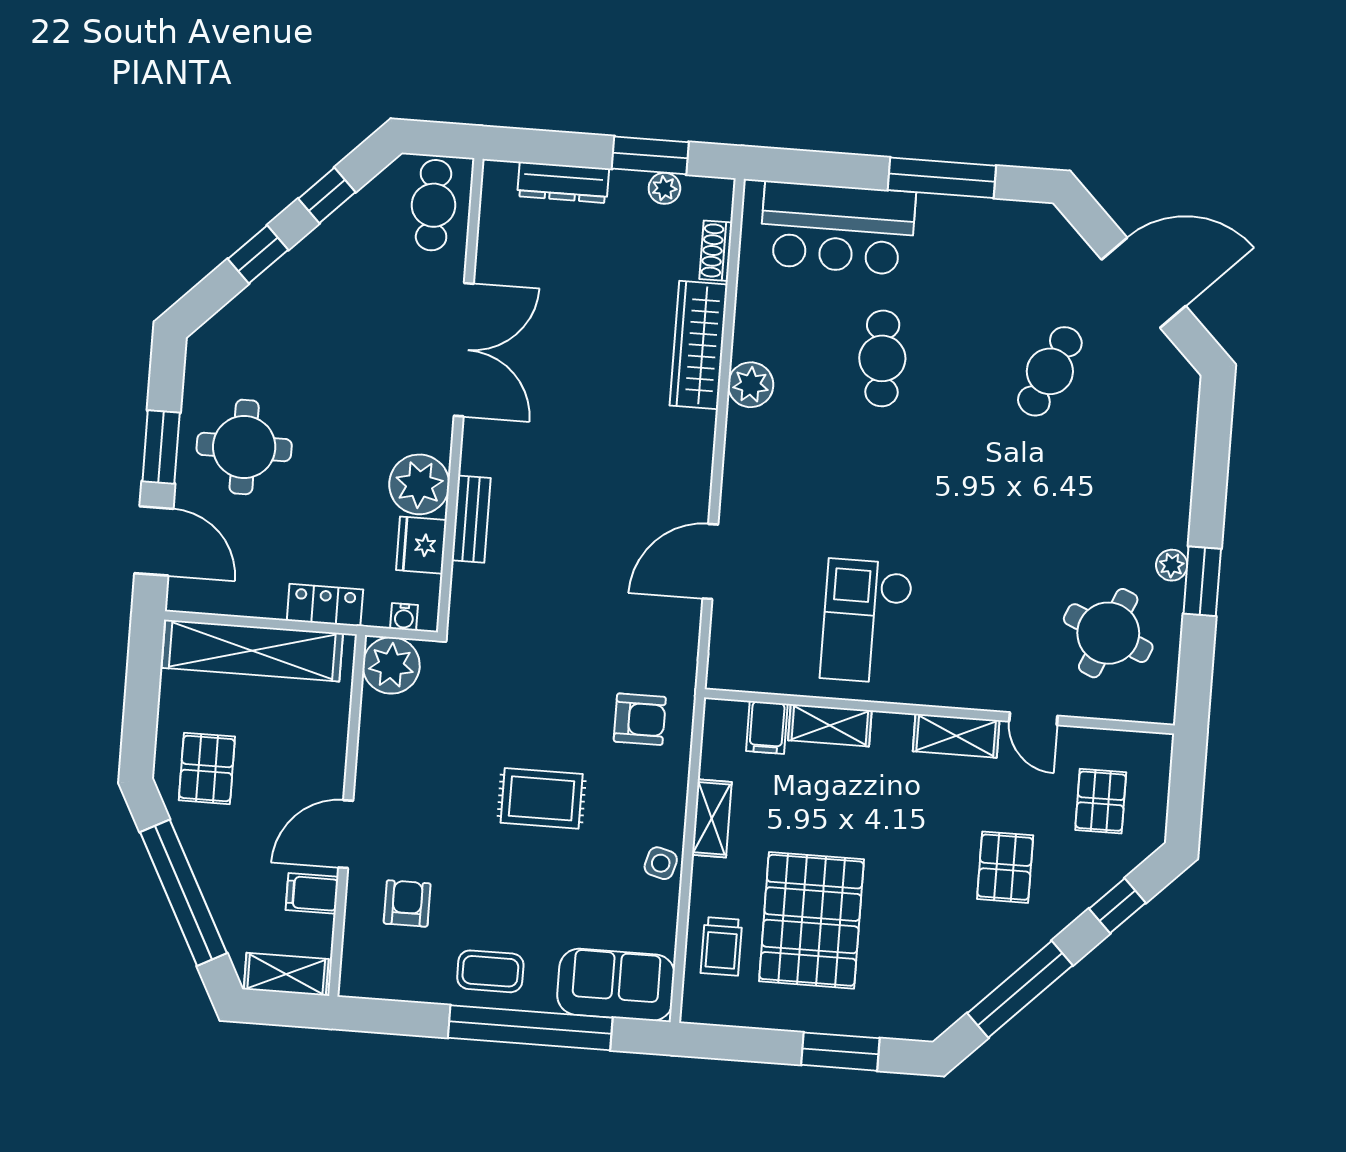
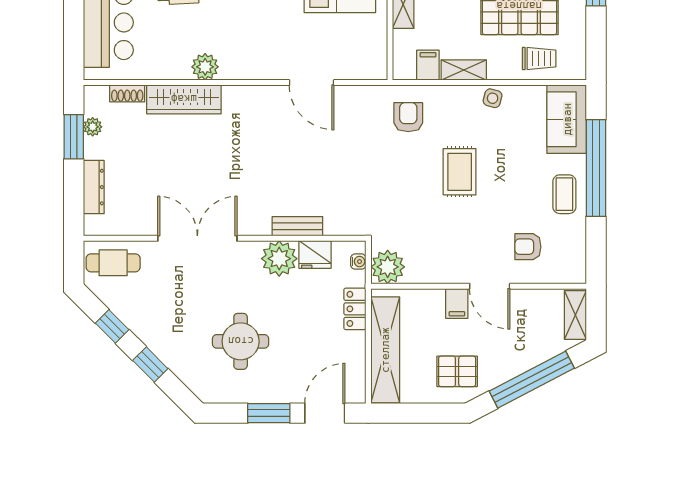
round table: (244, 447) -> (241, 341), moved
filing cabinet: (767, 727) -> (428, 65), moved, turned -90
filing cabinet: (312, 893) -> (457, 303), moved

